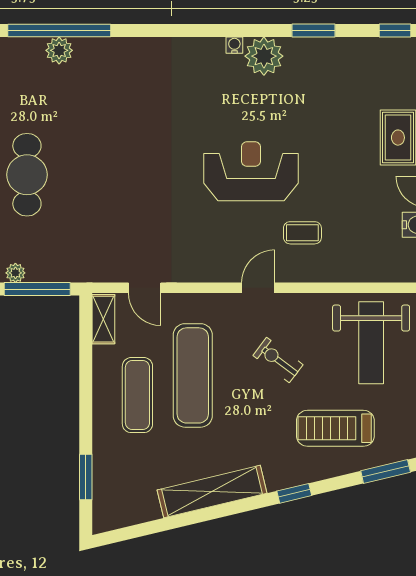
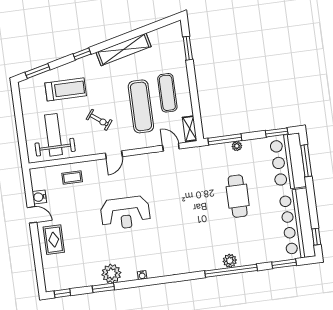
plant: (264, 56) -> (111, 274), moved
coffee table: (302, 233) -> (72, 177), moved

